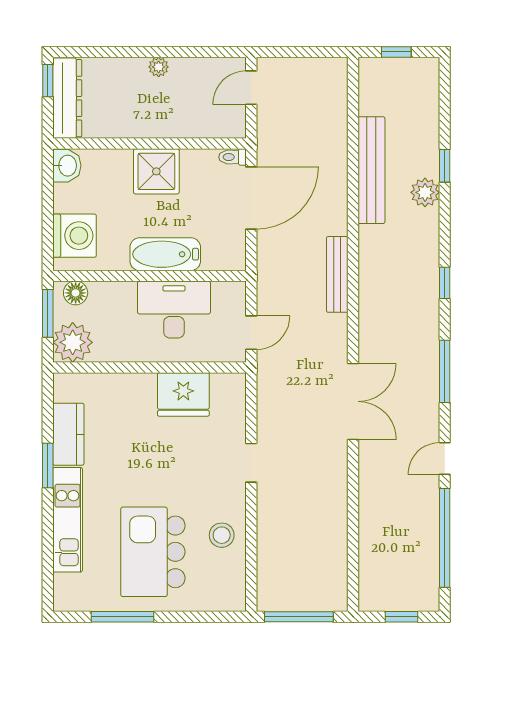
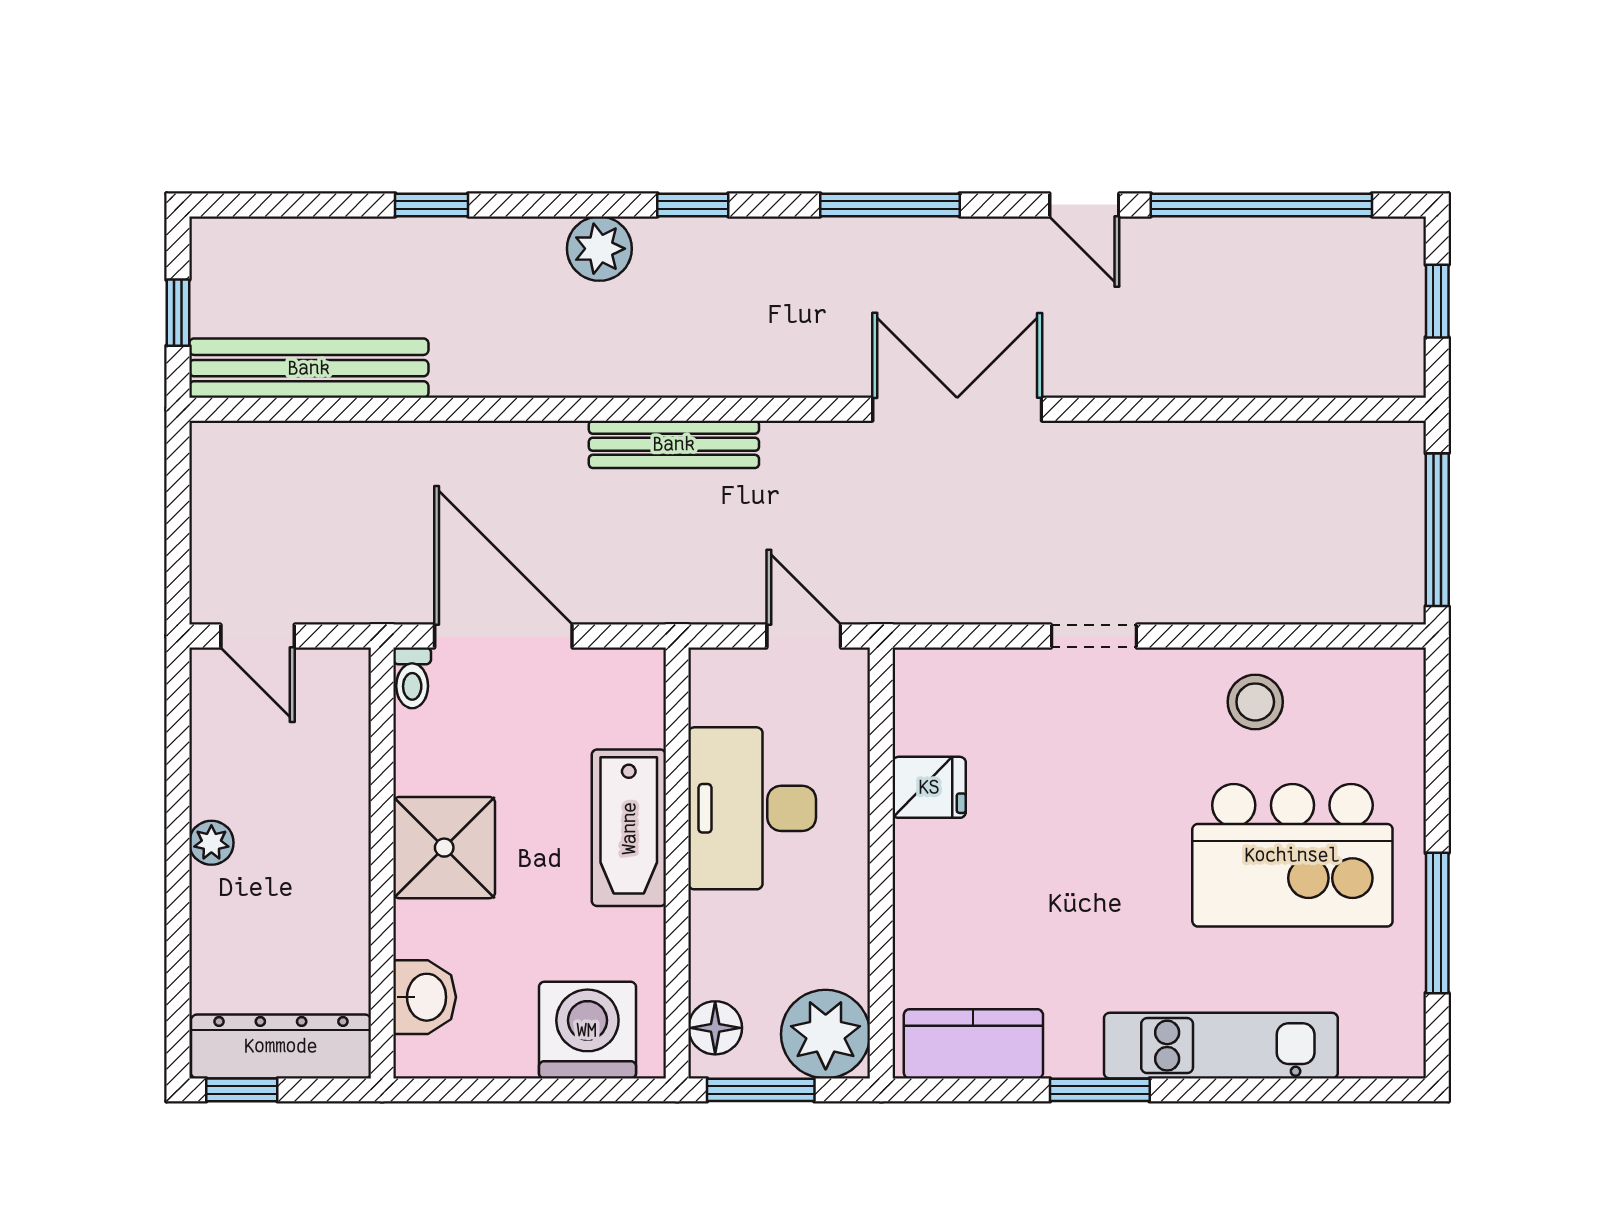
washbasin: (67, 166) -> (425, 997), moved, turned 90
bench: (371, 170) -> (309, 368), moved
plant: (425, 192) -> (599, 249), moved
fridge: (183, 394) -> (929, 787), width x0.53, depth x0.75
kitchen counter: (68, 434) -> (973, 1044), moved

